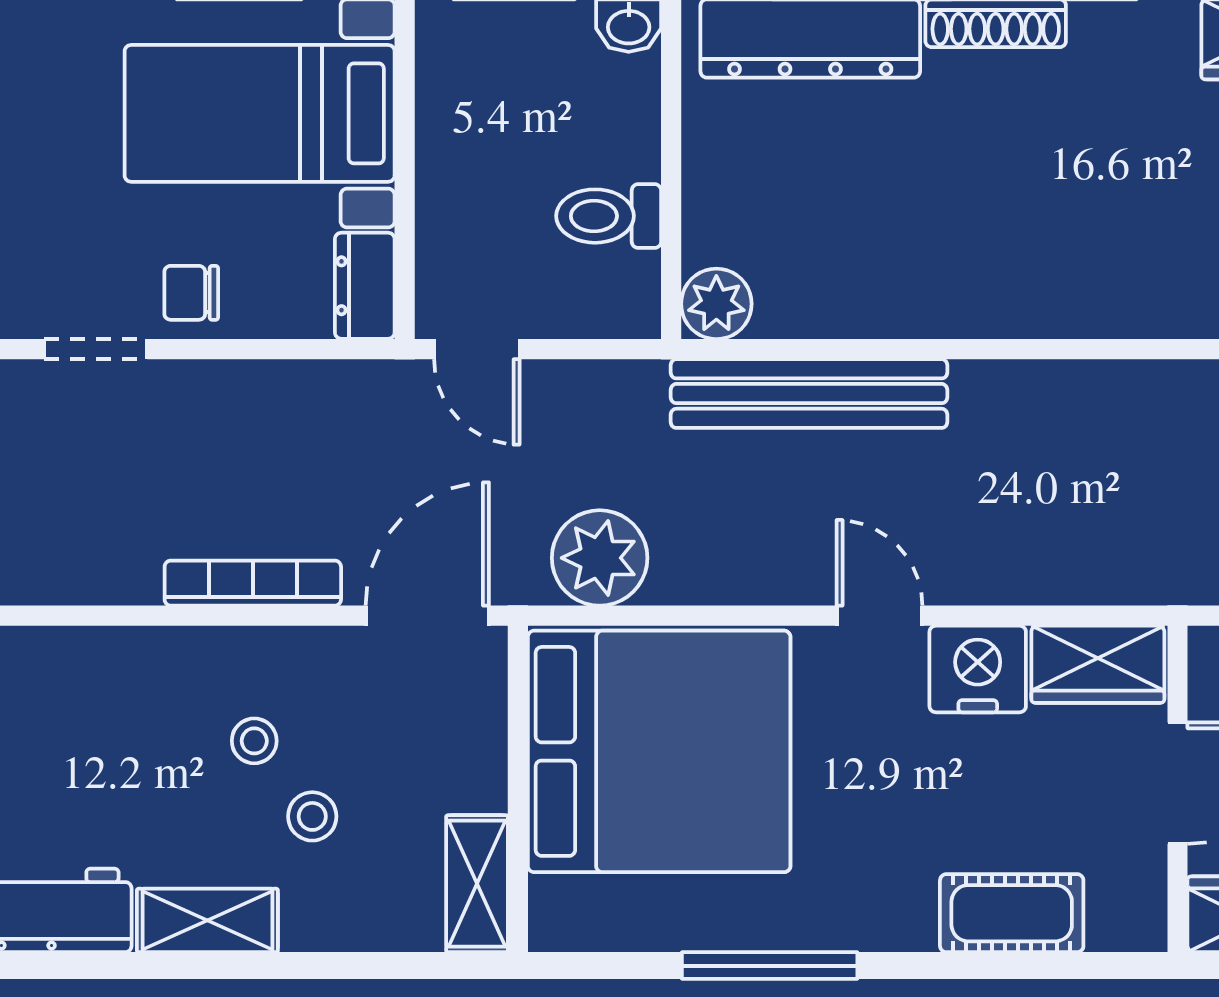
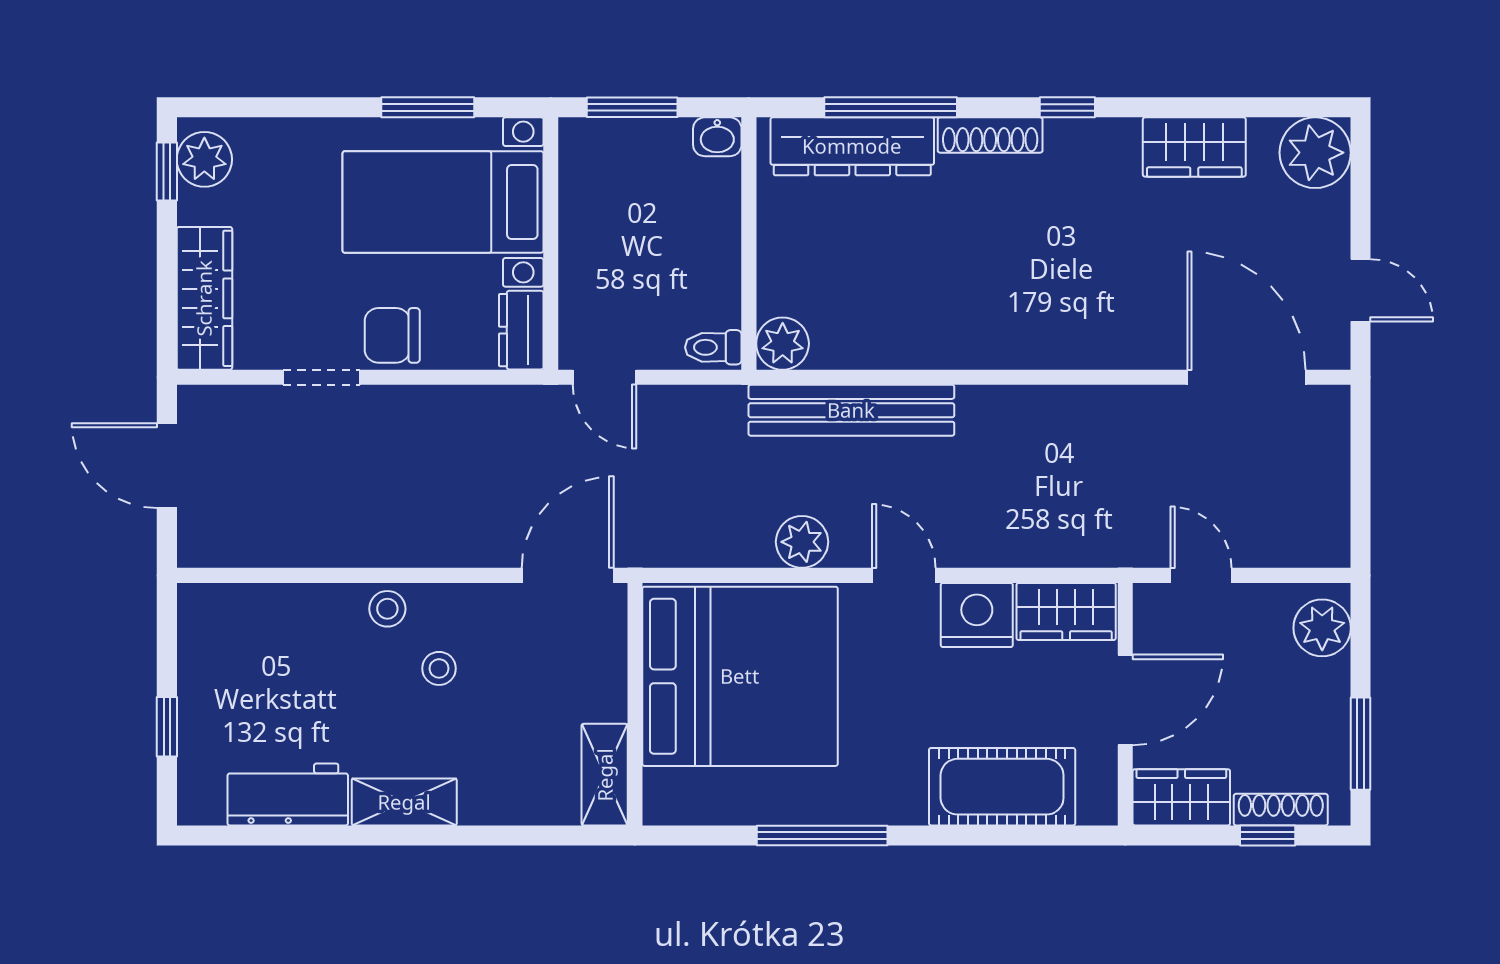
toilet: (609, 216) -> (713, 347), moved, width x0.73, depth x0.72
chair: (191, 293) -> (392, 335), width x1.37, depth x1.37
plant: (600, 558) -> (802, 542), moved, width x0.73, depth x0.73
bookcase: (253, 583) -> (438, 551), removed
stool: (312, 816) -> (387, 609), moved
cot: (1012, 913) -> (1002, 787), width x1.37, depth x1.34

